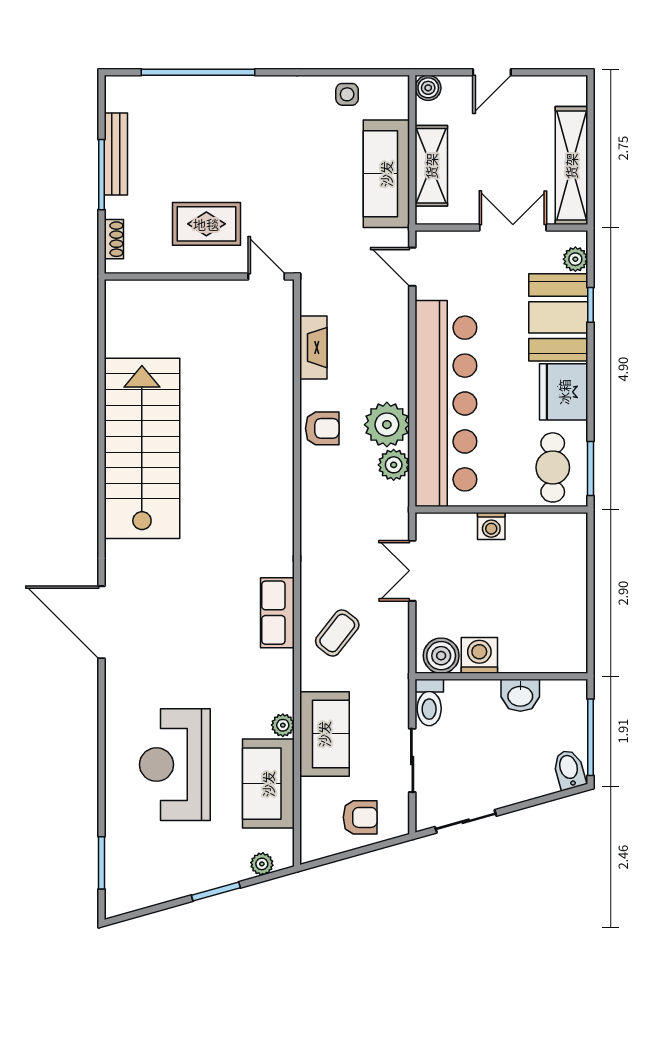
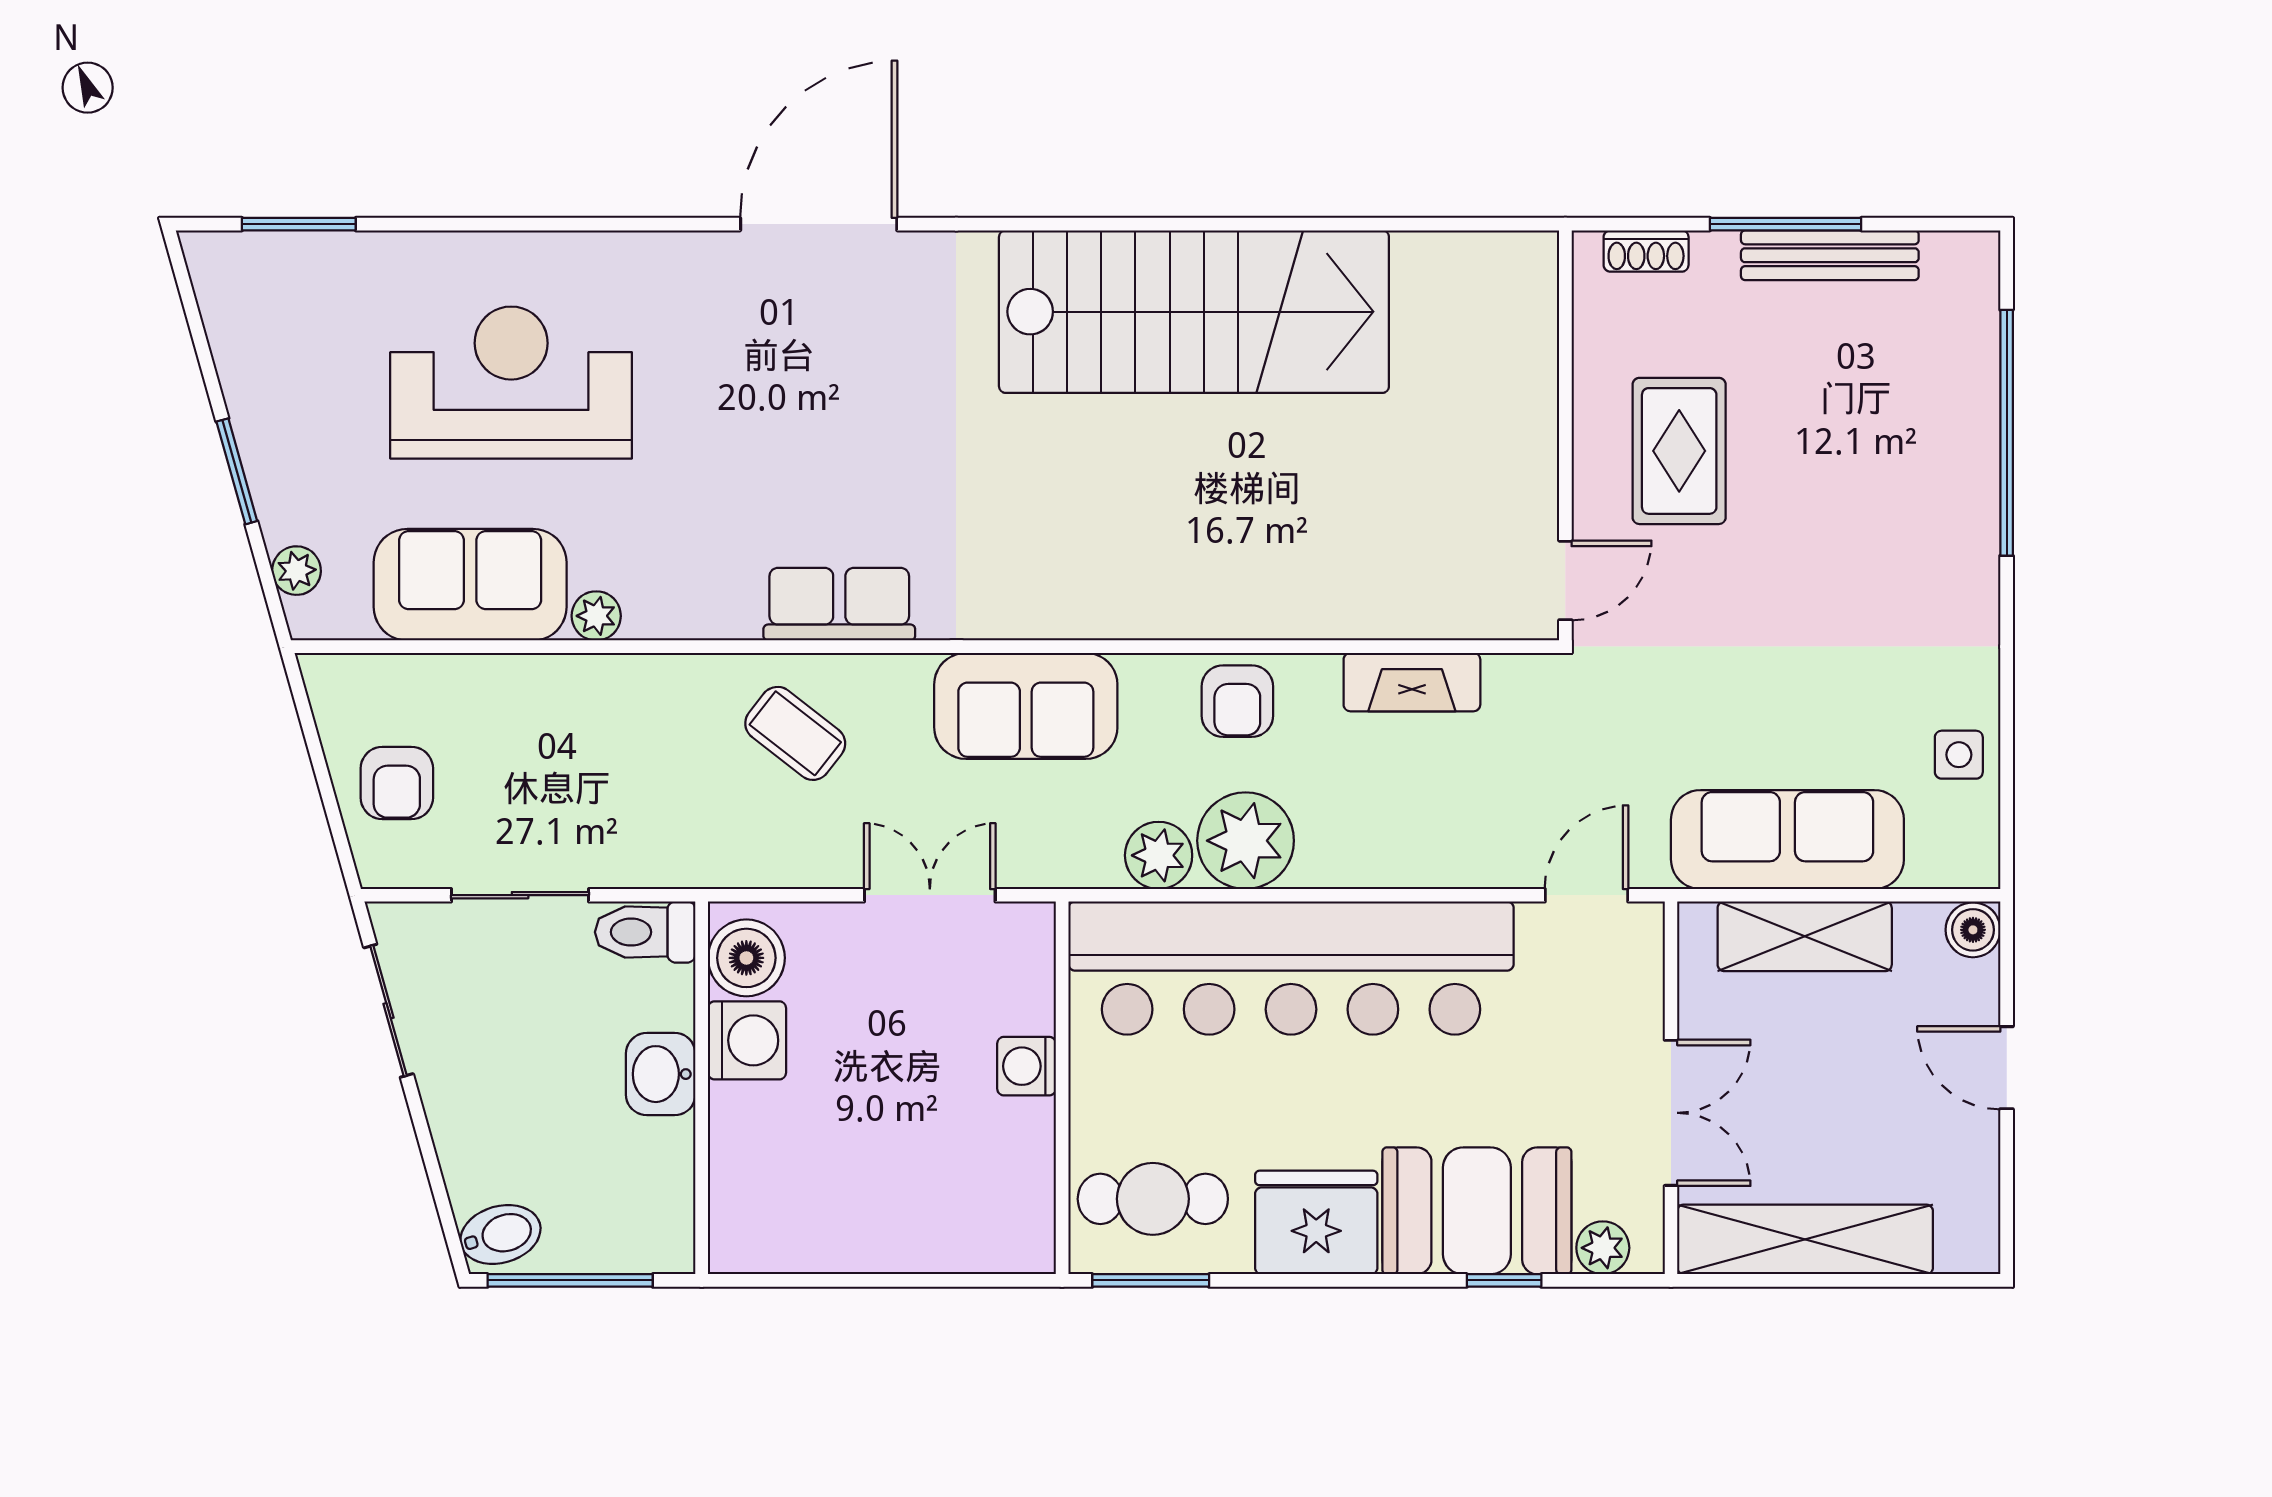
washbasin: (520, 695) -> (661, 1074), moved
sofa: (324, 734) -> (1026, 706), moved

